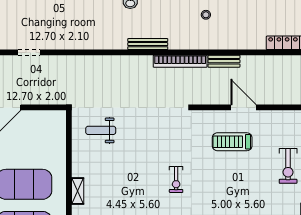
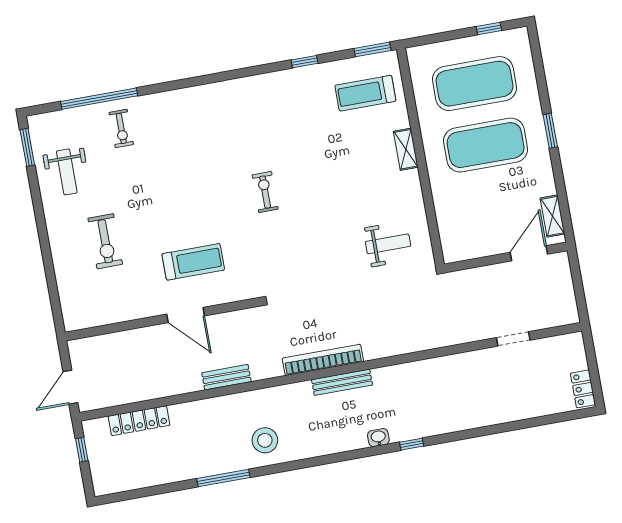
stool: (206, 15) -> (265, 440), width x1.89, depth x1.89
bookcase: (180, 61) -> (323, 360), moved
exercise bike: (288, 166) -> (105, 241), turned 180

